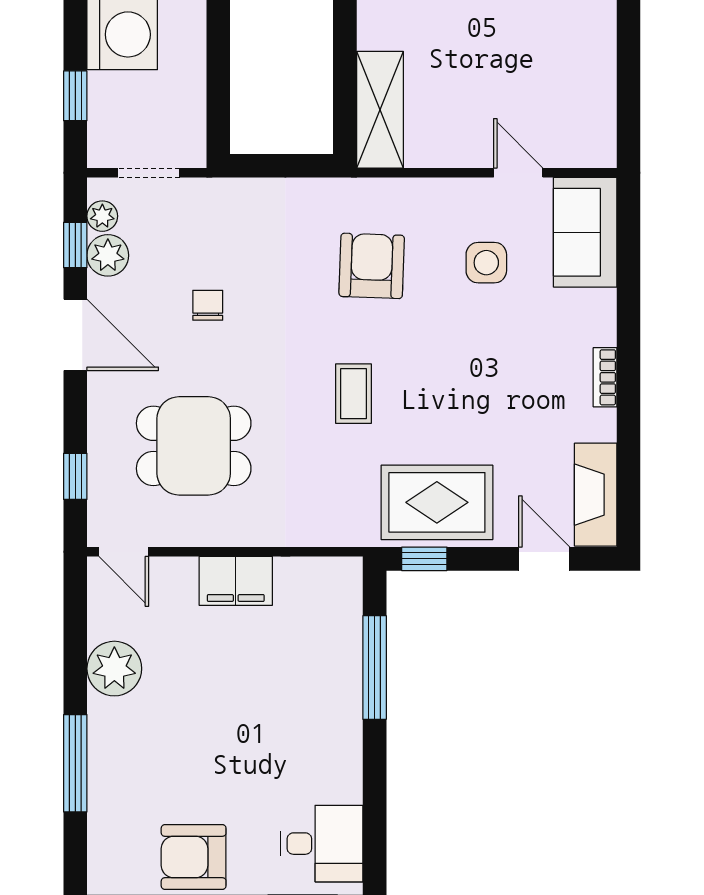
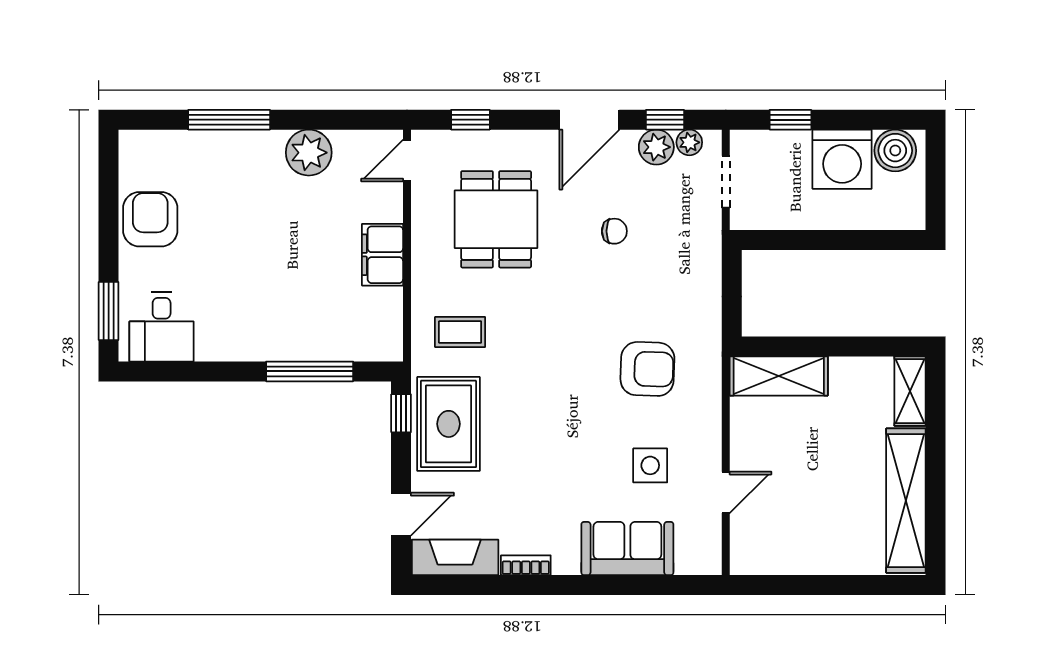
sofa: (585, 232) -> (627, 549), moved
bookcase: (605, 377) -> (526, 565), moved
coffee table: (354, 394) -> (460, 332), moved

